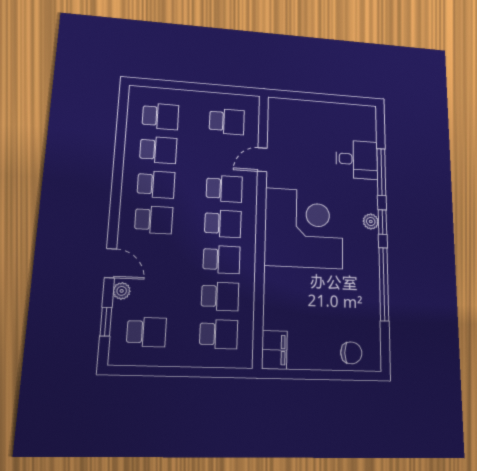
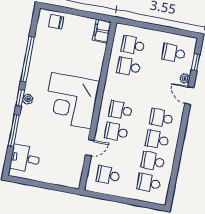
desk: (357, 159) -> (25, 158), moved
school desk: (222, 259) -> (125, 89), removed

